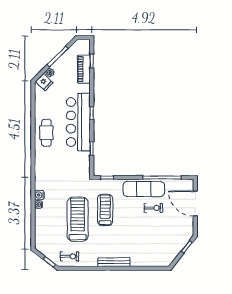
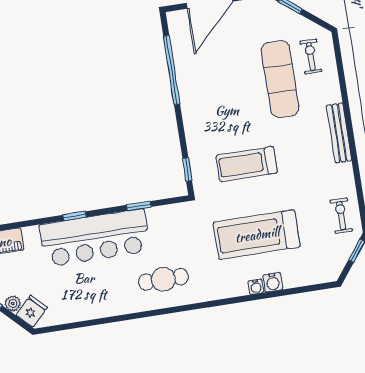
cafe table: (46, 133) -> (163, 279), moved
exercise mat: (144, 189) -> (280, 79), moved
water cooler: (39, 195) -> (273, 282), moved
exercise bike: (153, 208) -> (311, 57), moved
treadmill: (78, 219) -> (257, 235), moved

